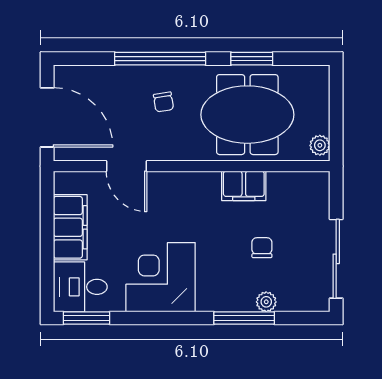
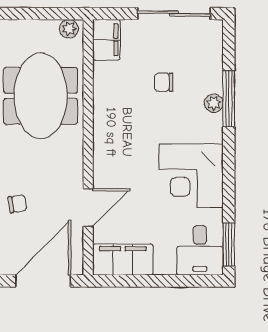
chair: (163, 102) -> (18, 204), moved
filing cabinet: (244, 186) -> (106, 40), moved
filing cabinet: (70, 227) -> (123, 260), moved
plant: (266, 302) -> (214, 103), moved

